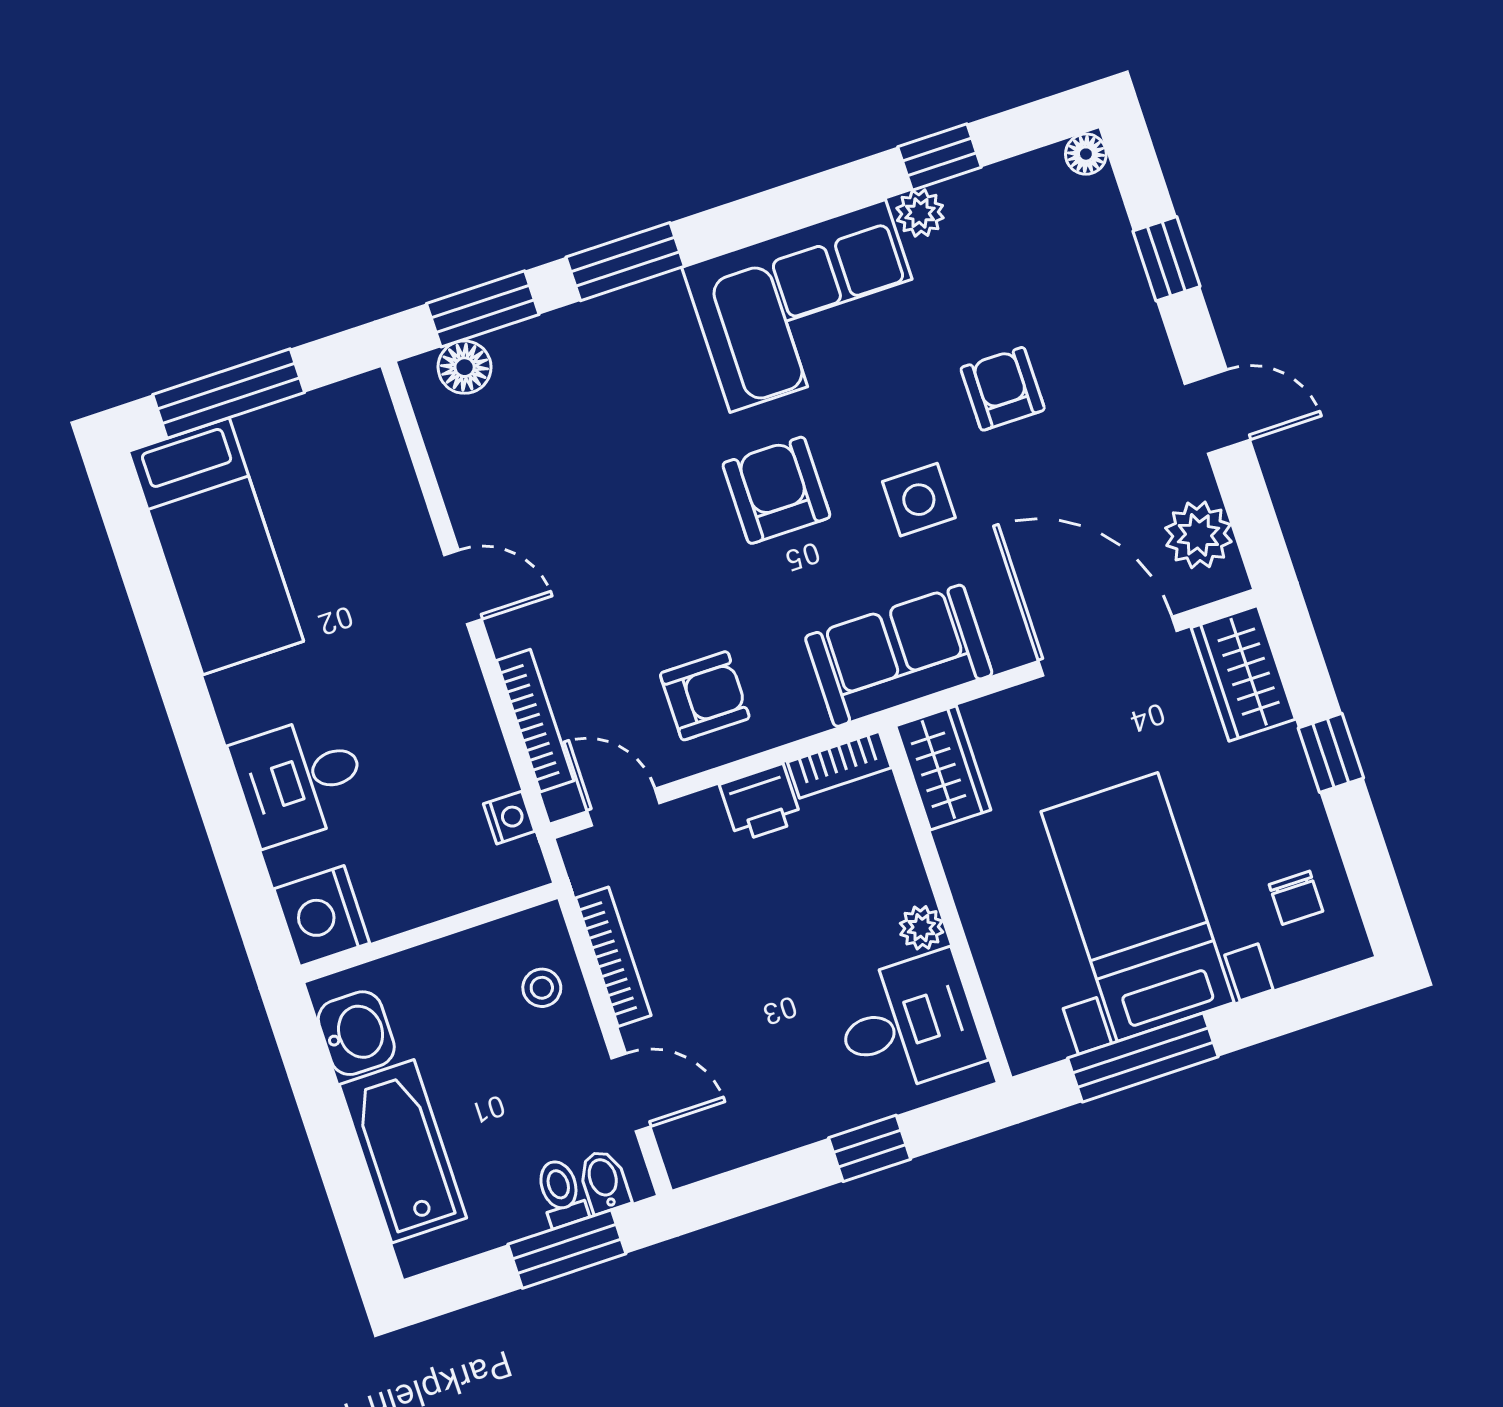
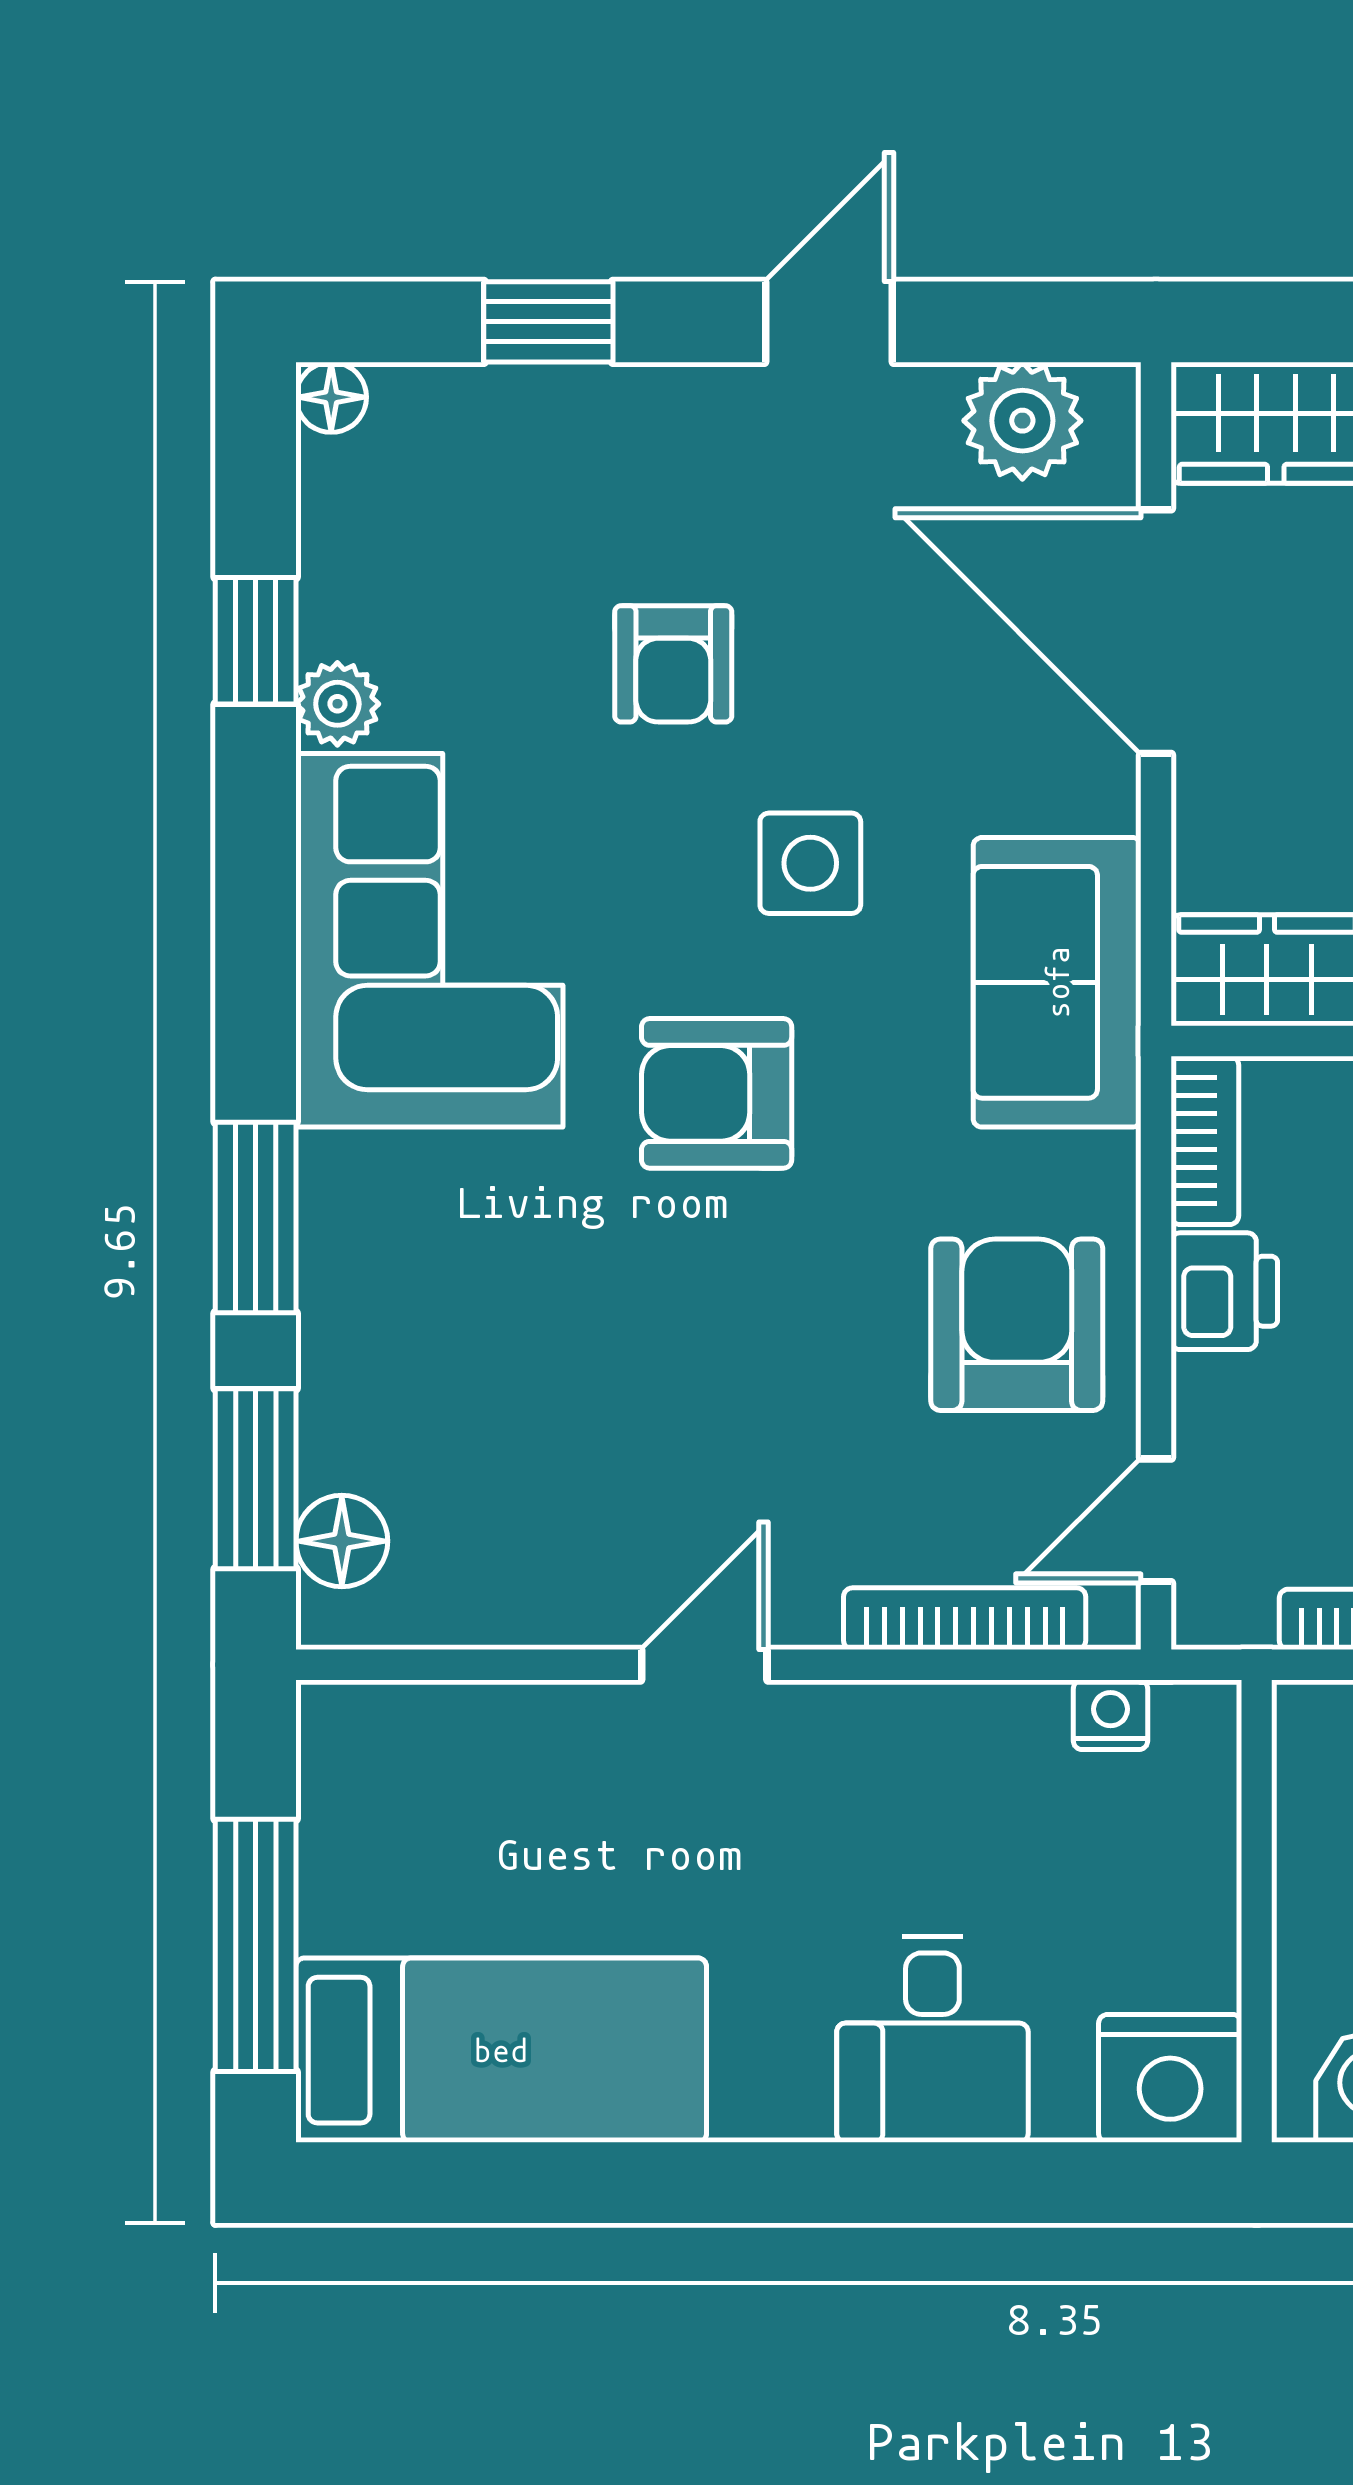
armchair: (1003, 389) -> (673, 664), turned -90
door: (1108, 646) -> (1156, 632), hinge flipped
armchair: (705, 696) -> (1017, 1325), width x1.38, depth x1.38

